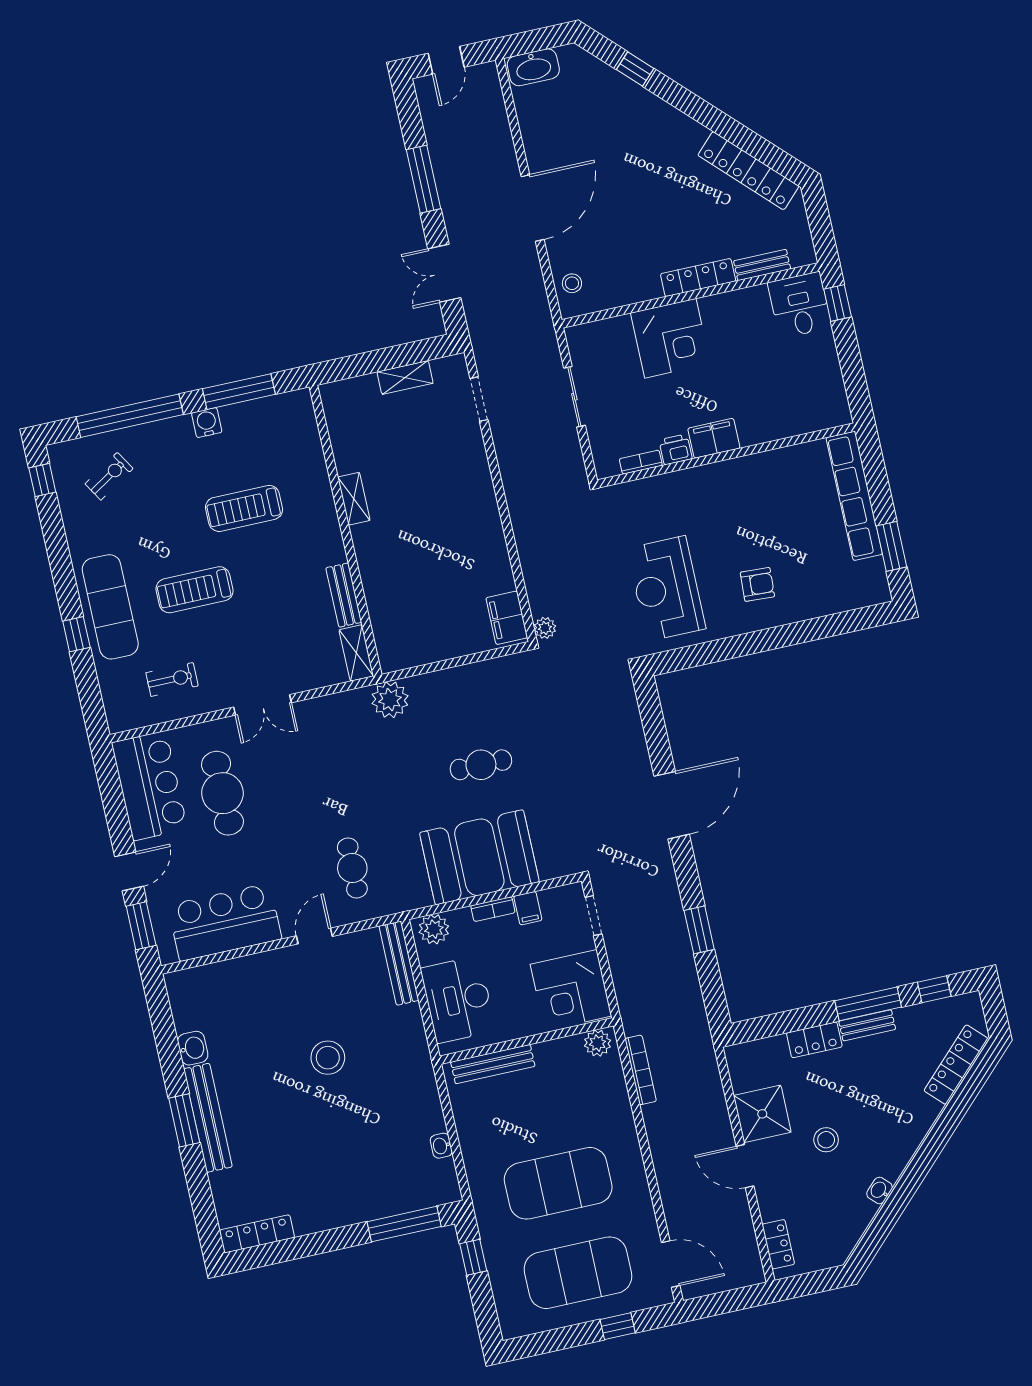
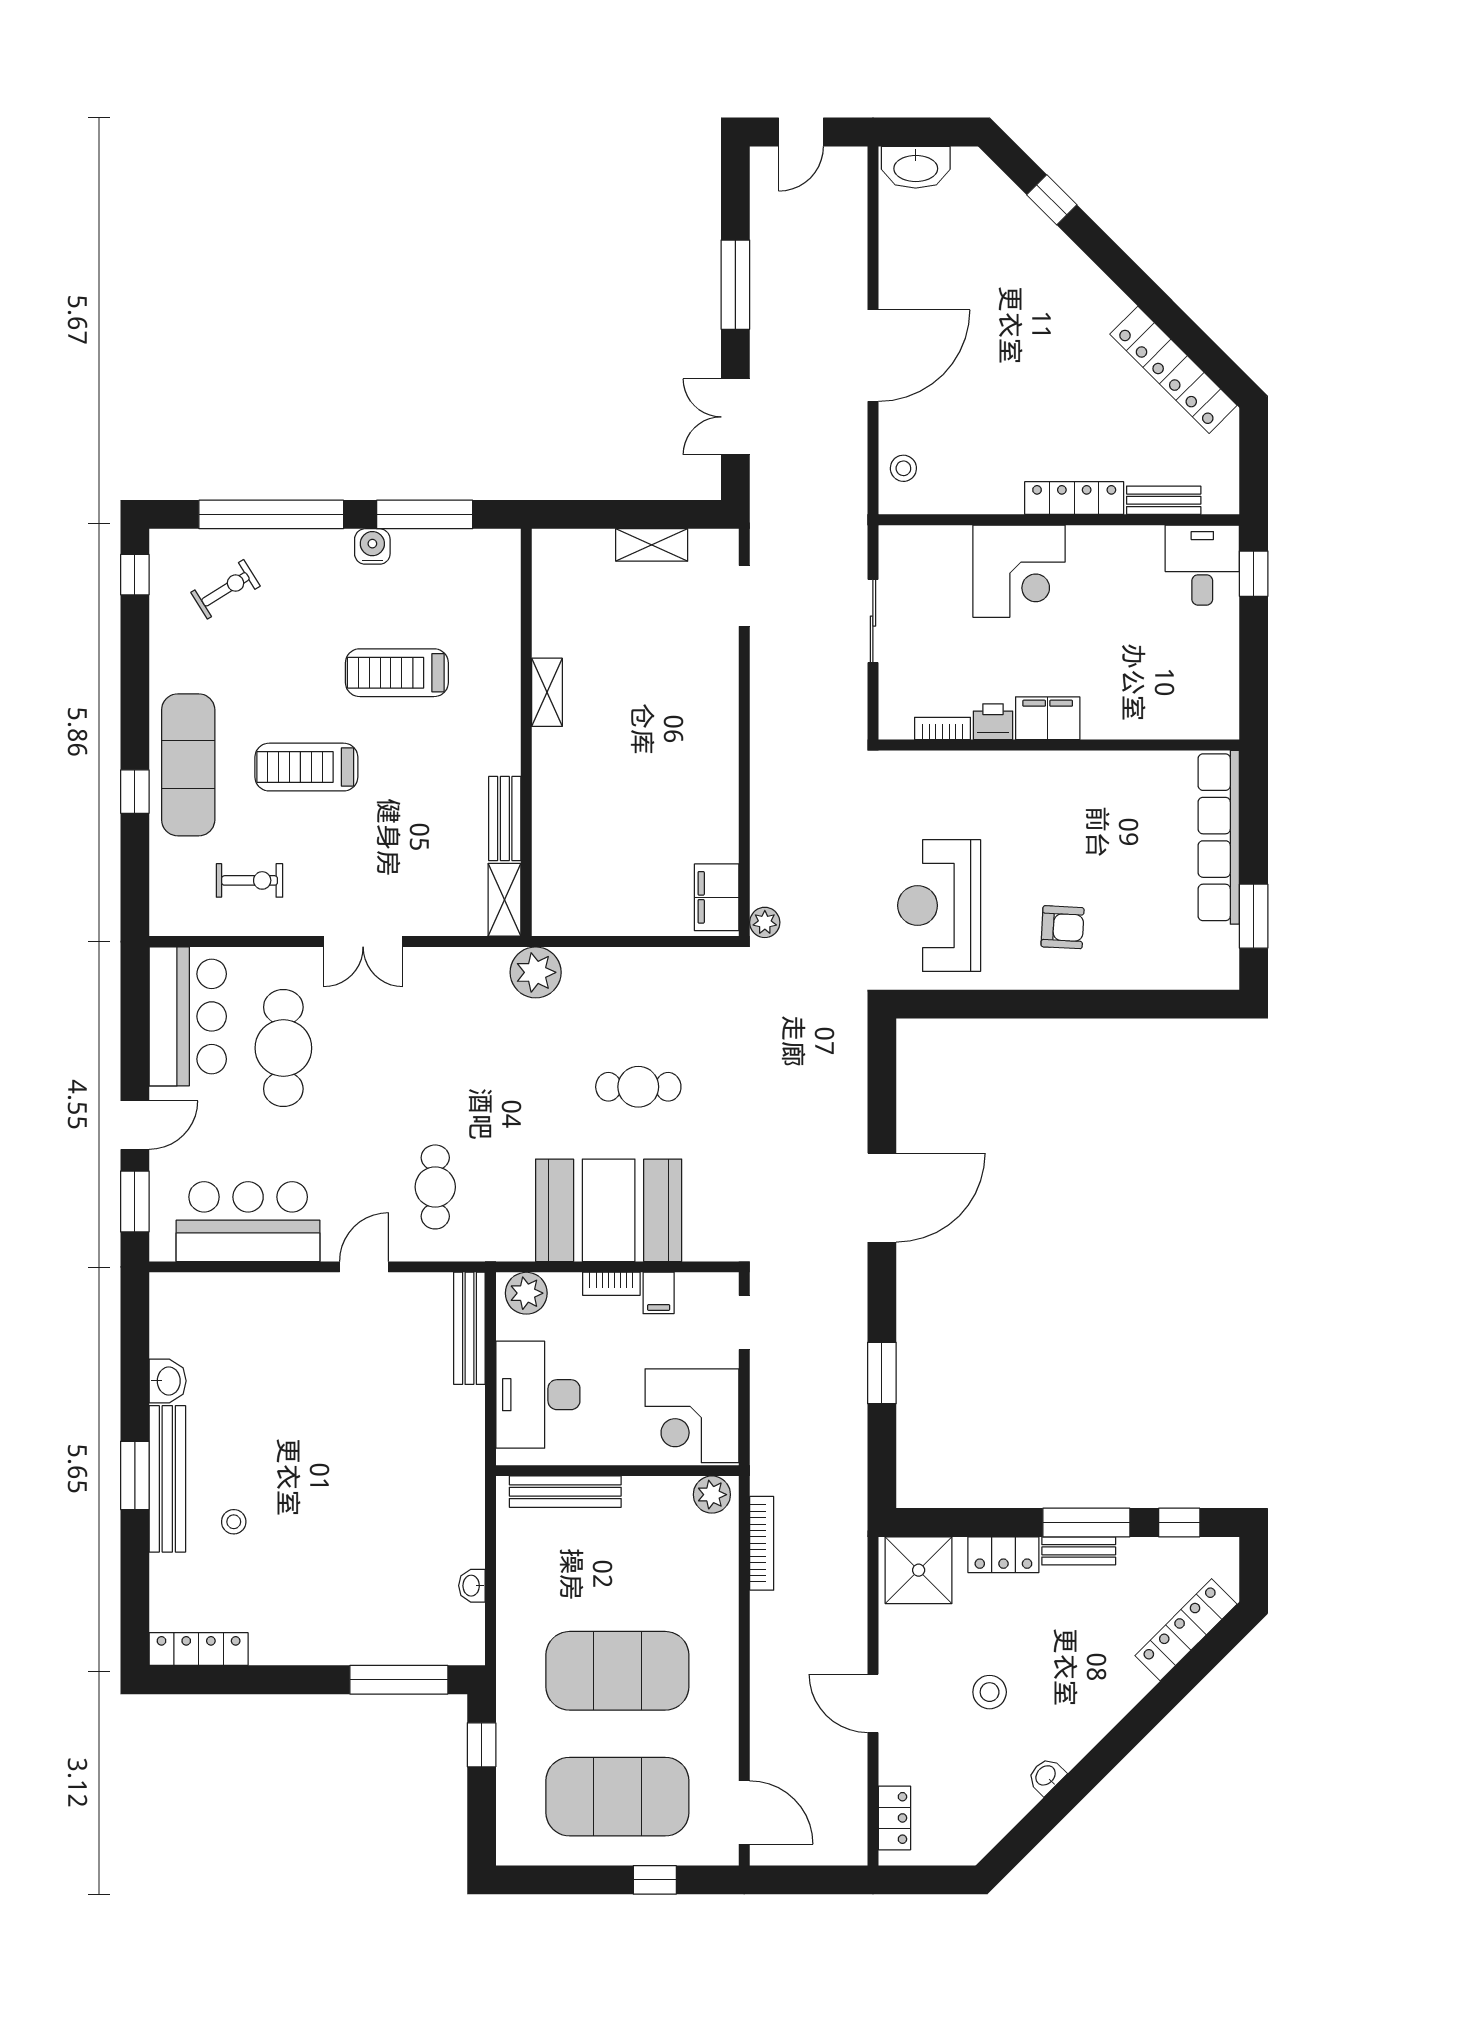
stool: (328, 1058) -> (234, 1522), moved, width x0.53, depth x0.53
shower: (762, 1114) -> (919, 1570), moved

